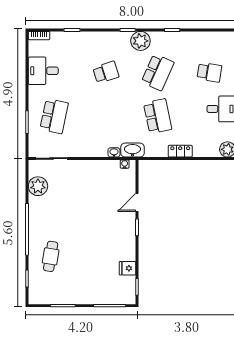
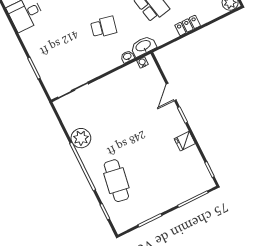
school desk: (54, 116) -> (104, 27), moved, width x0.54
plant: (38, 186) -> (81, 138), moved
cafe table: (51, 256) -> (116, 181), width x1.37, depth x1.35
fridge: (128, 268) -> (185, 141), moved

